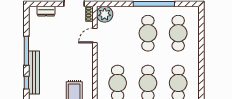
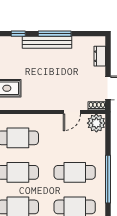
door: (95, 36) -> (72, 112), swing flipped
bench: (34, 72) -> (47, 42), moved

